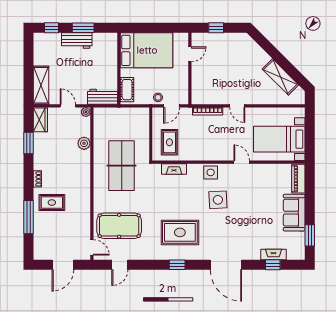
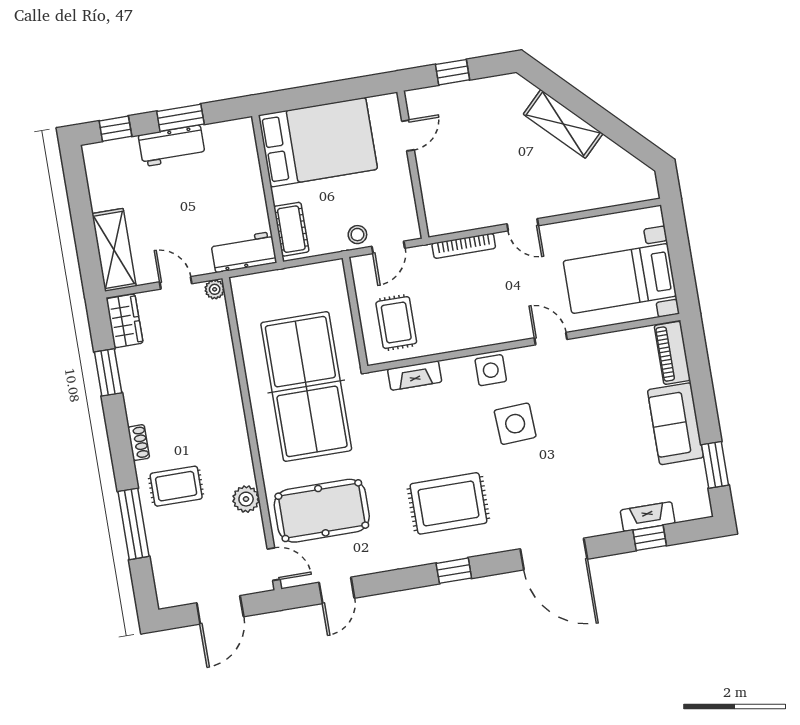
shelving: (280, 77) -> (563, 124), moved
plant: (84, 143) -> (246, 499), moved
table tennis table: (122, 166) -> (306, 387), width x1.36, depth x1.32

